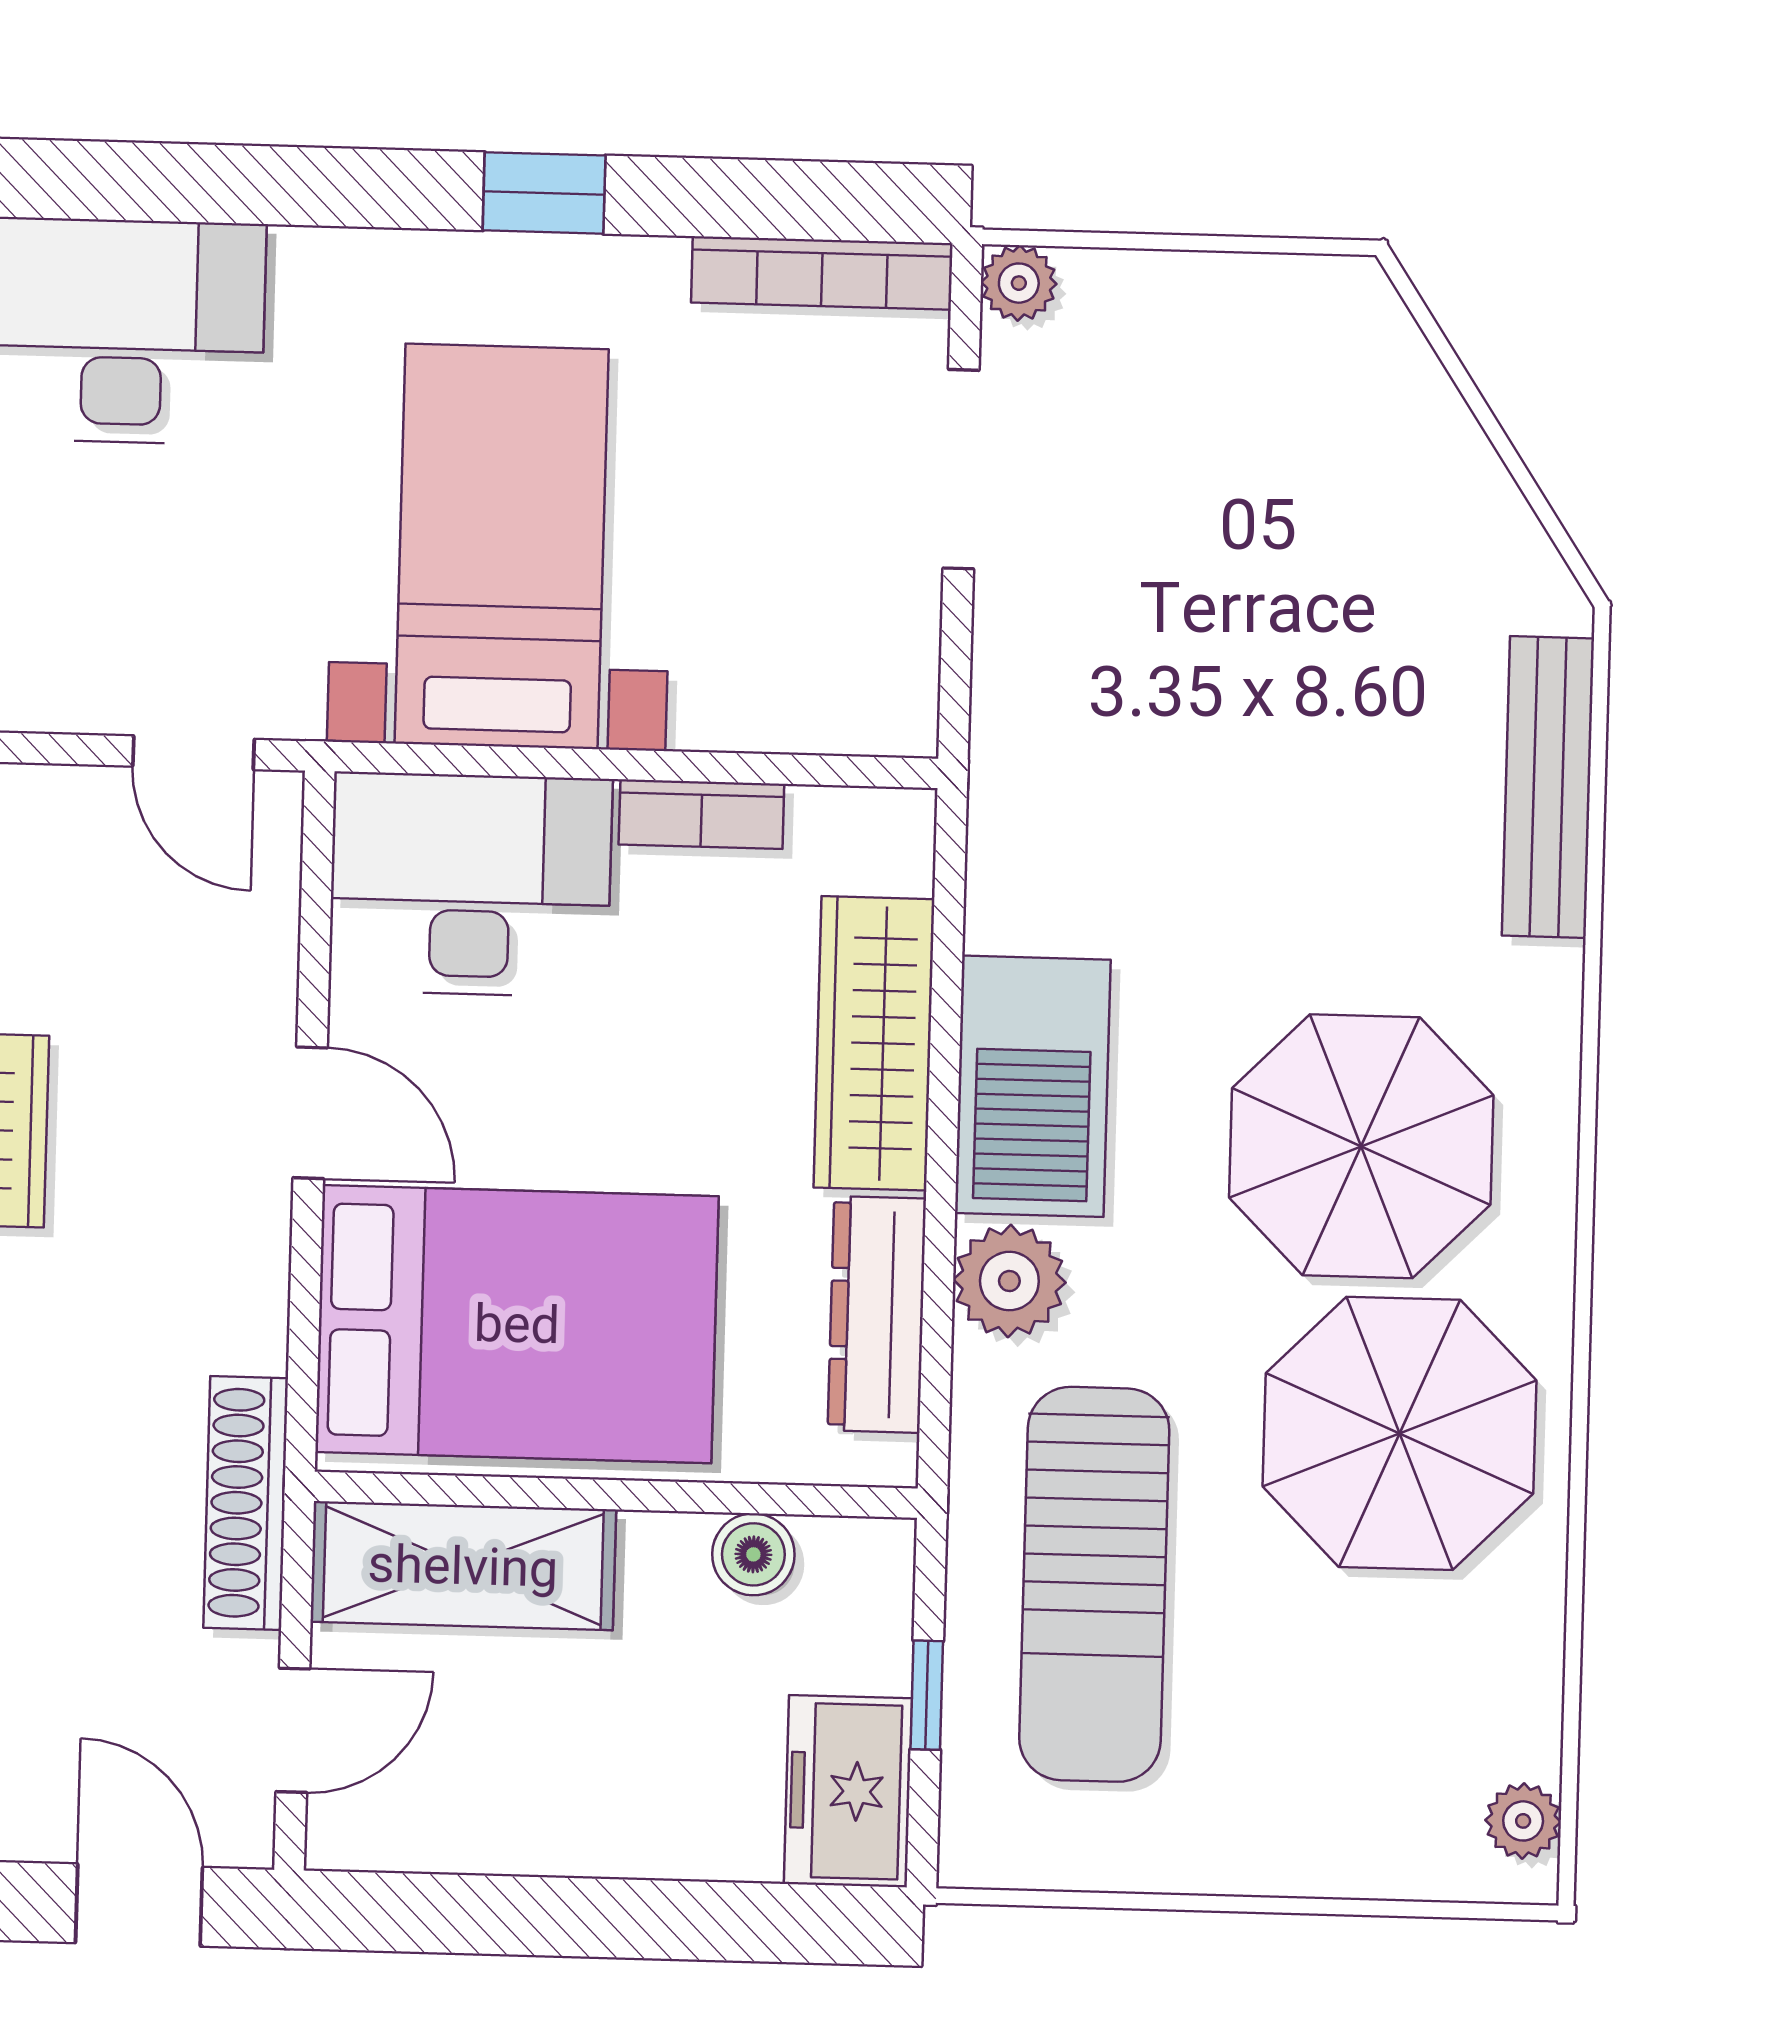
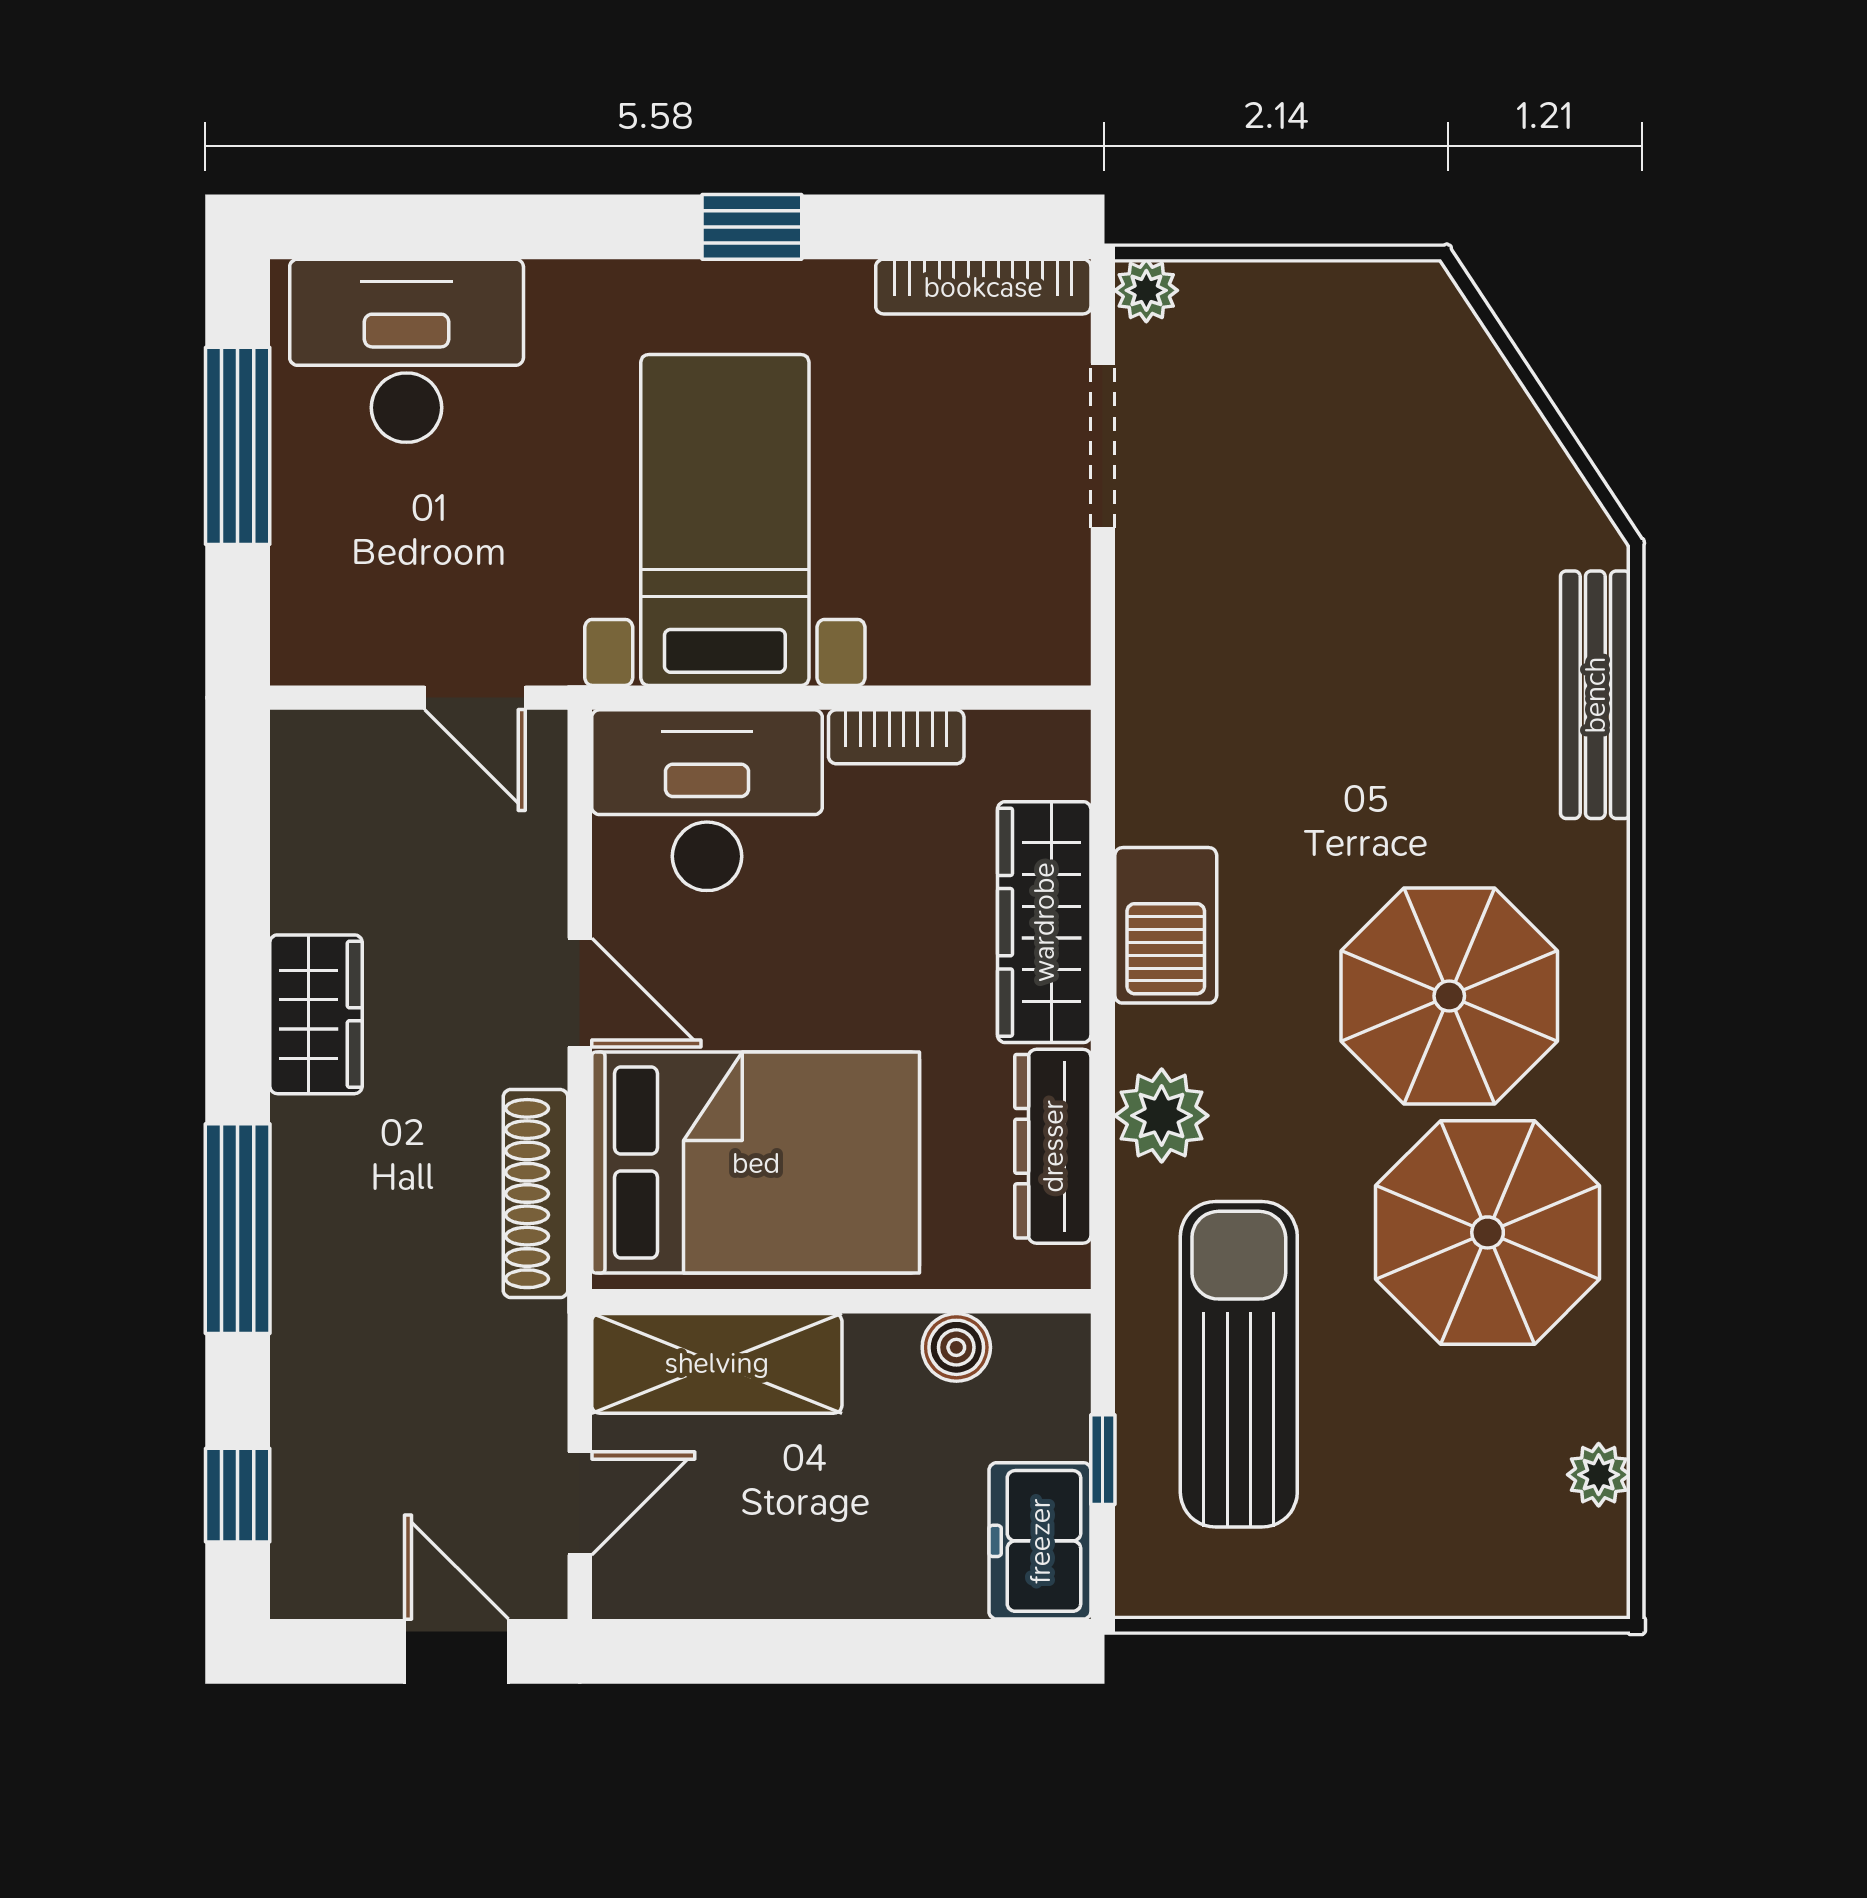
barbecue: (1033, 1086) -> (1166, 925), width x0.73, depth x0.83
shoe rack: (246, 1503) -> (535, 1194), moved
sun lounger: (1094, 1584) -> (1239, 1364), turned 180
plant: (1523, 1821) -> (1599, 1475), moved

